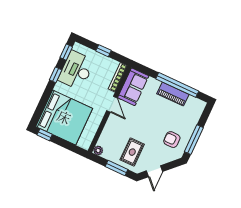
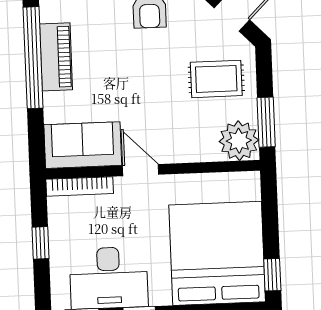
door: (112, 104) -> (141, 170), hinge flipped
plant: (98, 150) -> (239, 141), width x1.88, depth x1.88
window: (116, 168) -> (266, 122), moved

